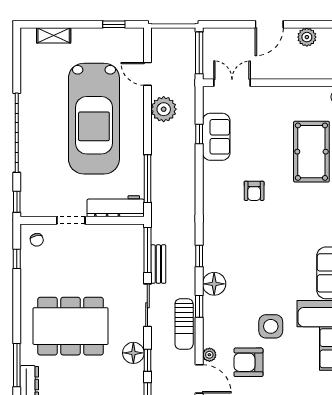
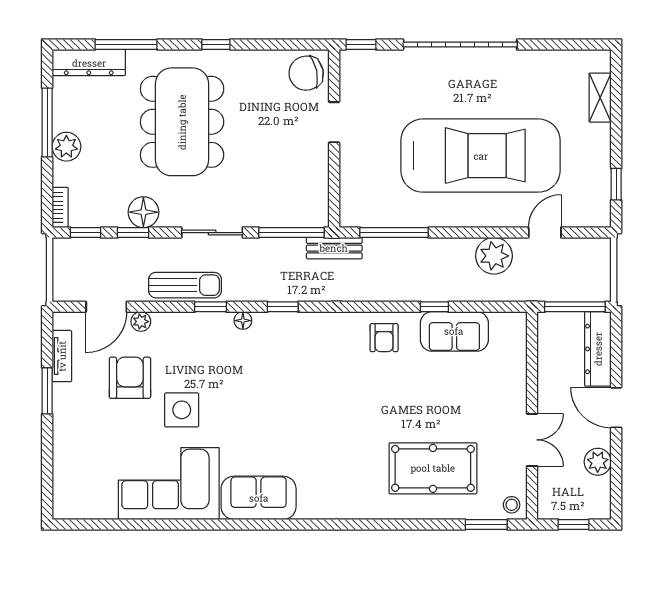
dresser: (228, 37) -> (598, 349), added
double door: (232, 83) -> (532, 440), moved
car: (94, 119) -> (481, 156), turned 180
window: (199, 134) -> (434, 307), moved
armchair: (254, 191) -> (384, 338), moved, turned -90
workbench: (116, 206) -> (354, 187), removed
chair: (37, 240) -> (306, 73), width x1.87, depth x1.87
window: (17, 259) -> (216, 45), moved
bench: (158, 264) -> (334, 248), moved
floor lamp: (214, 284) -> (243, 321), width x0.53, depth x0.53
sun lounger: (184, 324) -> (185, 285), turned 180

